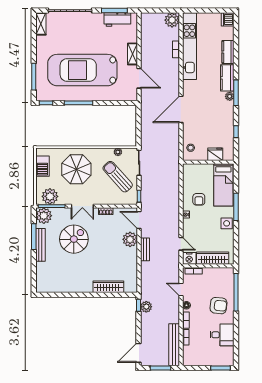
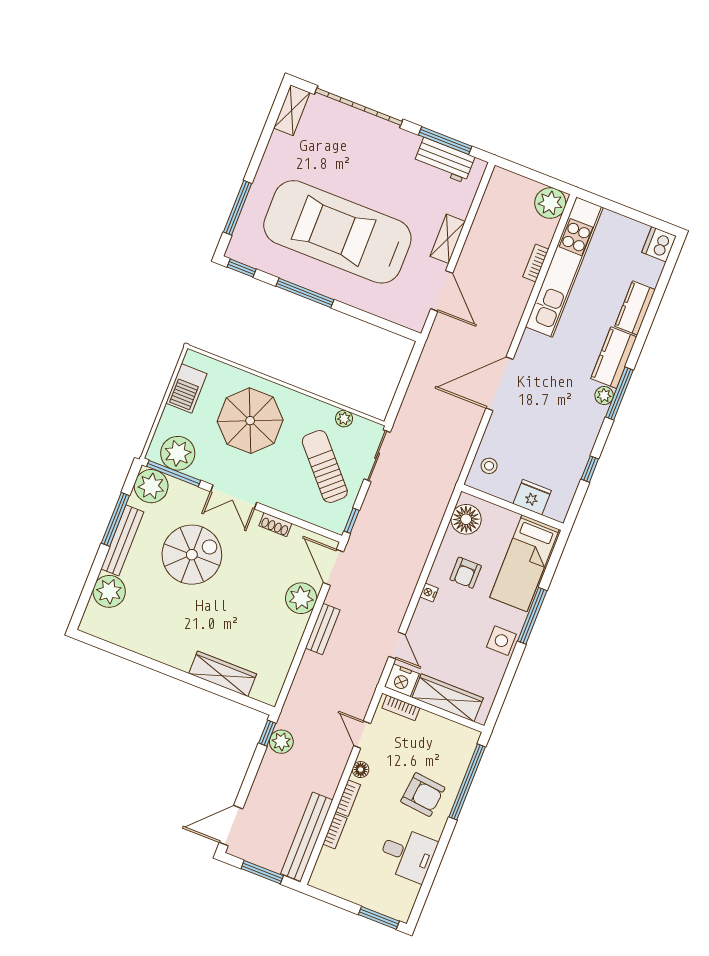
floor lamp: (190, 176) -> (466, 519), added
plant: (43, 270) -> (109, 591), added

